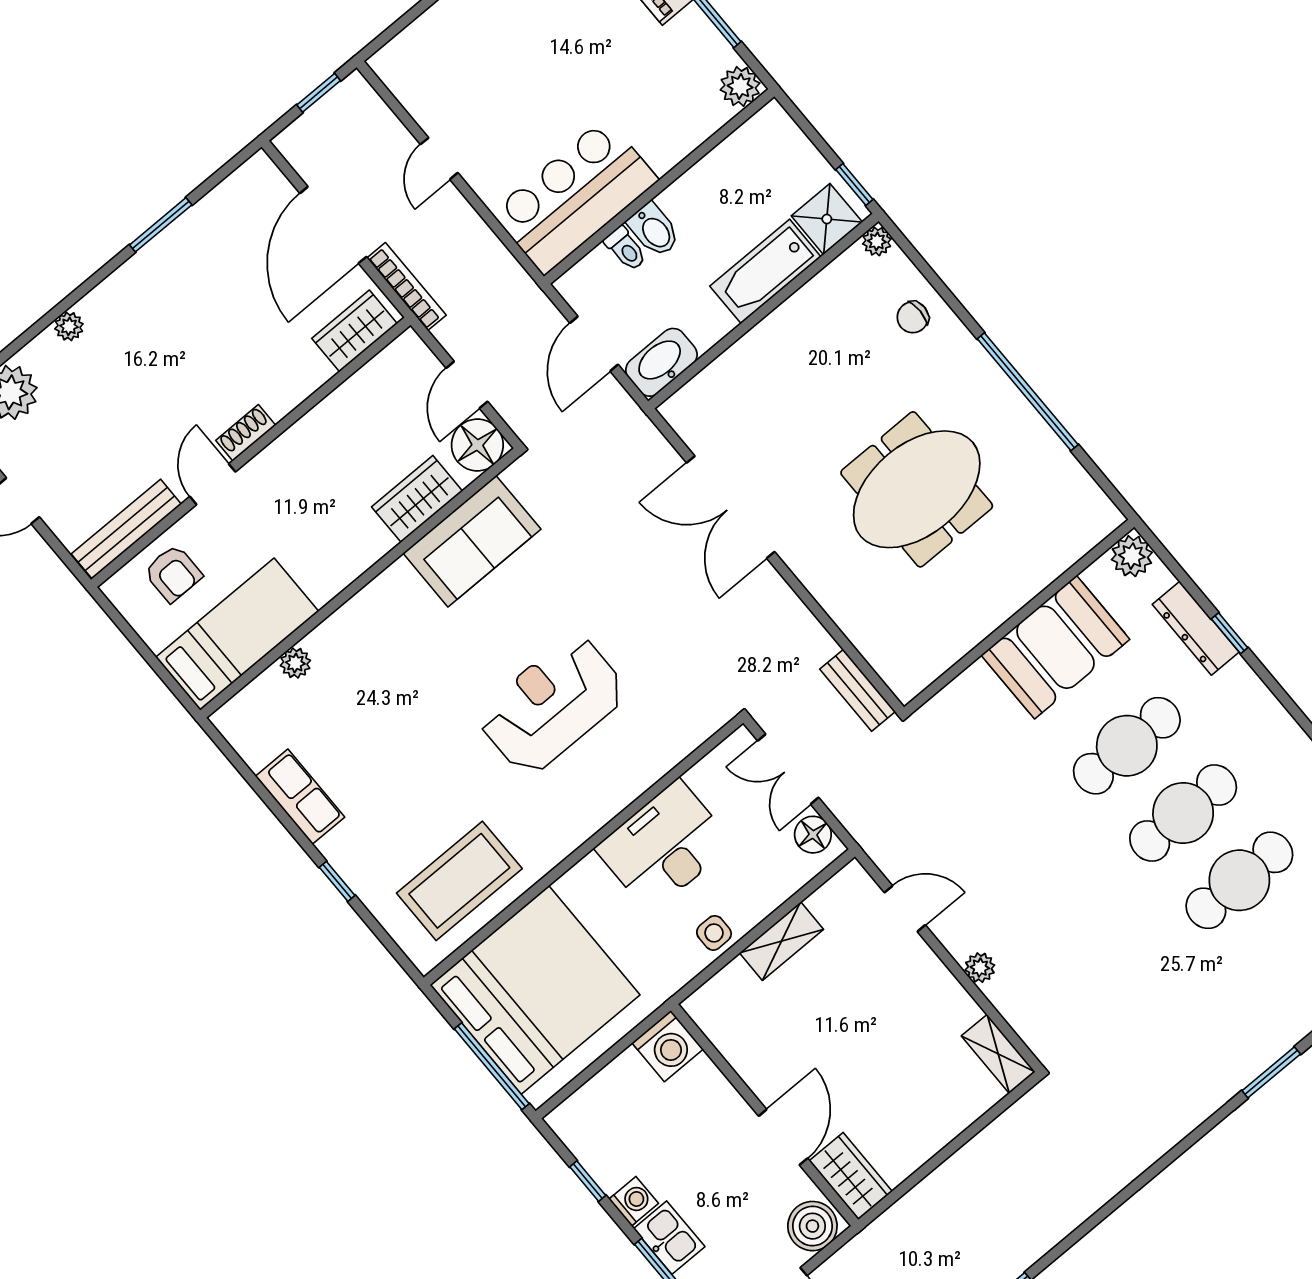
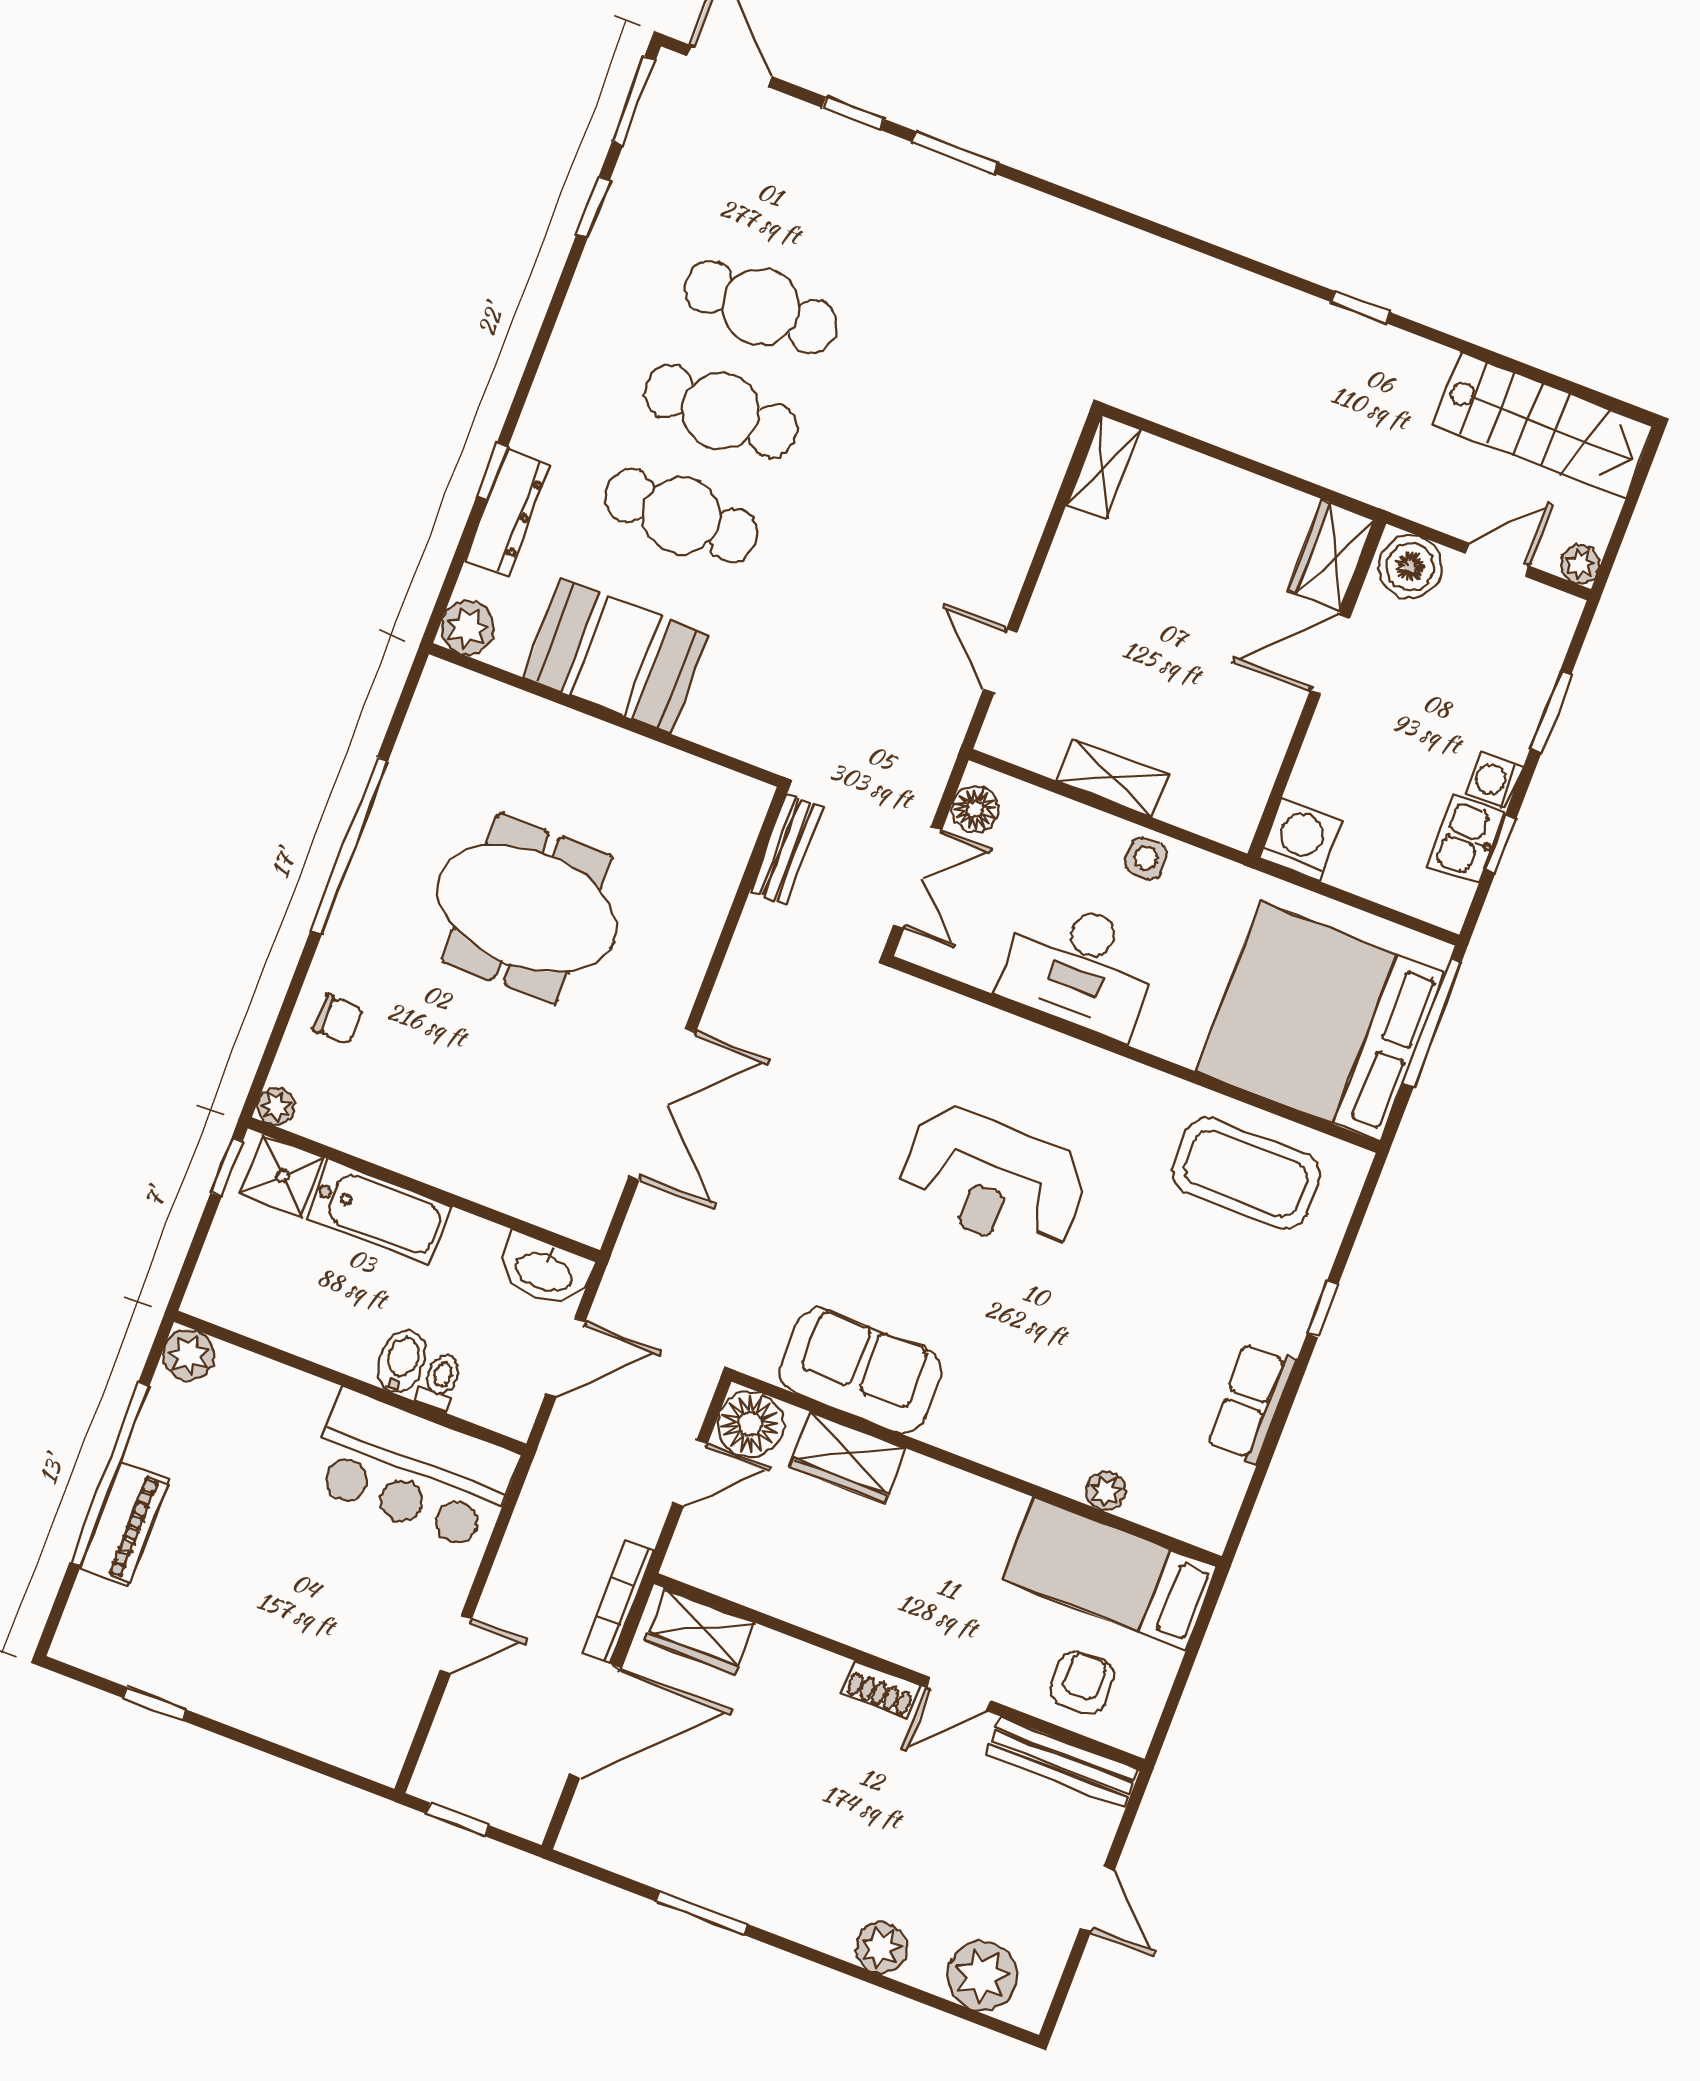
plant: (69, 326) -> (881, 1948), width x1.38, depth x1.38
plant: (980, 968) -> (1019, 541), removed
kitchen sink: (669, 1238) -> (1466, 839), moved

